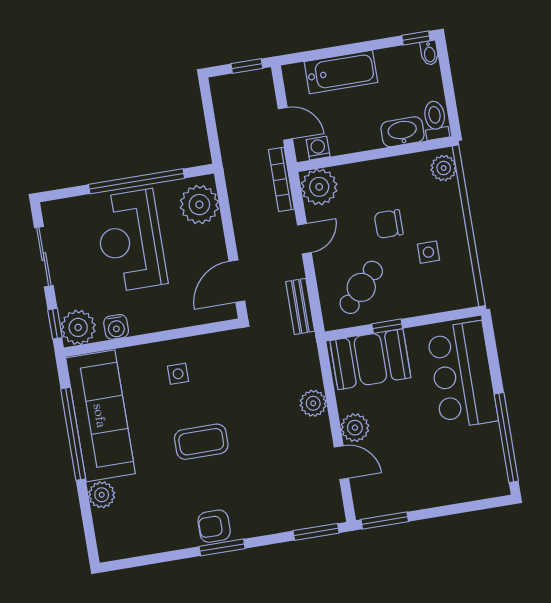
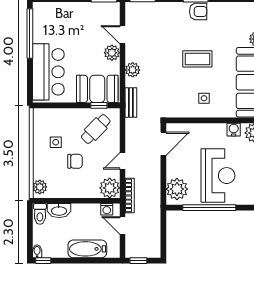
bench: (300, 306) -> (131, 102), moved
window: (387, 326) -> (99, 105), moved

